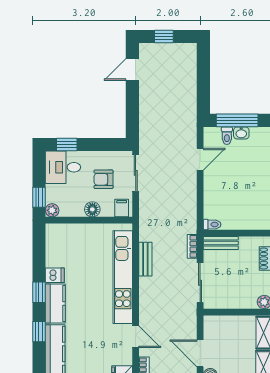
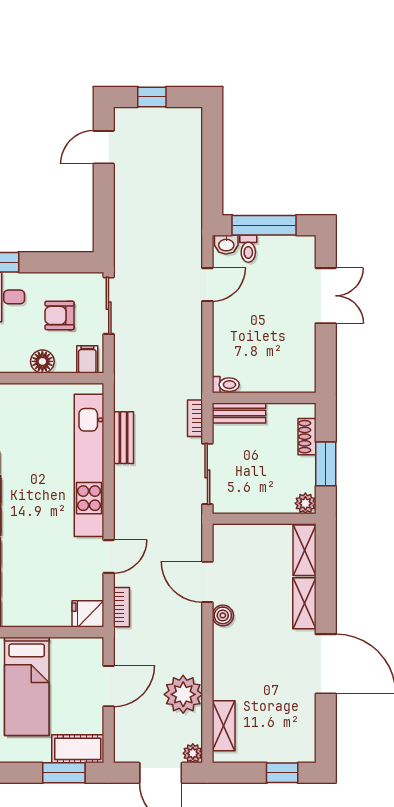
washbasin: (241, 133) -> (226, 245), moved
door: (136, 337) -> (109, 556), hinge flipped

